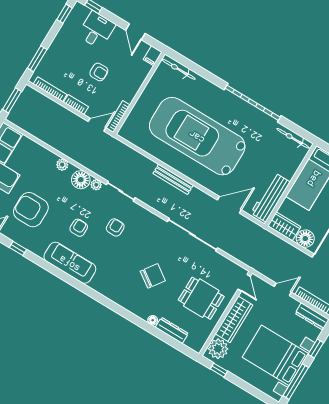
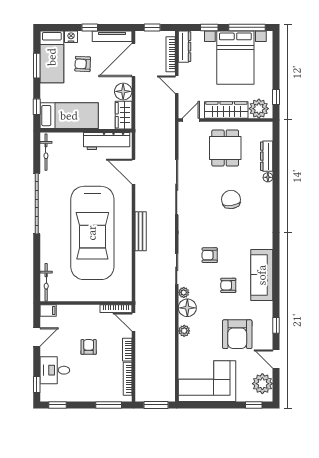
chair: (153, 276) -> (231, 199), turned 47

